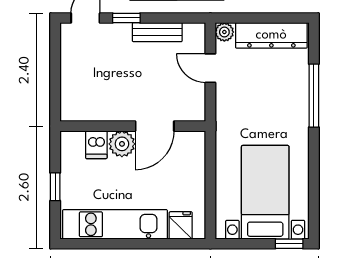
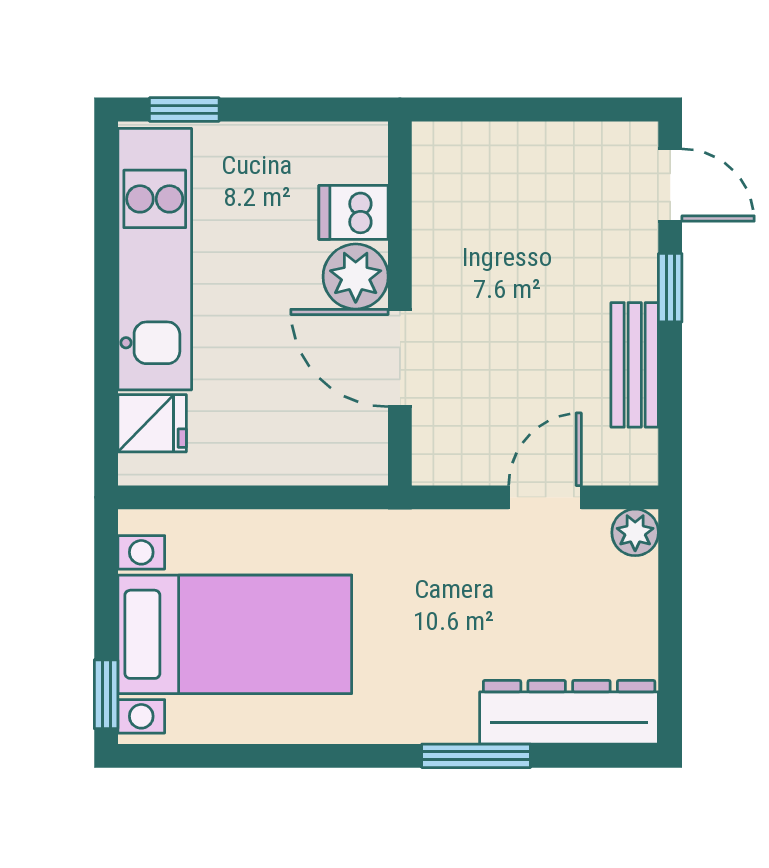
dresser: (271, 35) -> (569, 712), moved, turned 90
window: (314, 96) -> (476, 756), width x0.69
window: (55, 187) -> (184, 110), moved

